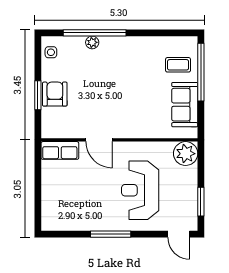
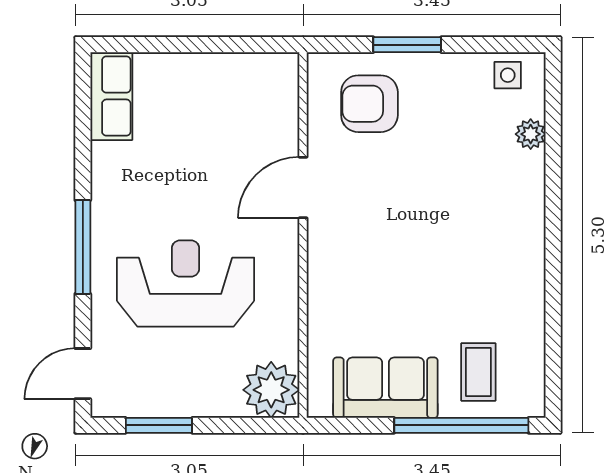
window: (95, 33) -> (553, 177), removed
plant: (92, 42) -> (531, 134), moved
armchair: (55, 94) -> (369, 104), moved, turned 180
row of seats: (60, 150) -> (111, 96), moved, turned 180
window: (111, 234) -> (83, 247), moved

